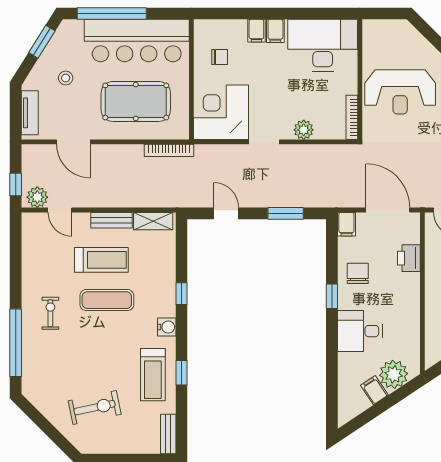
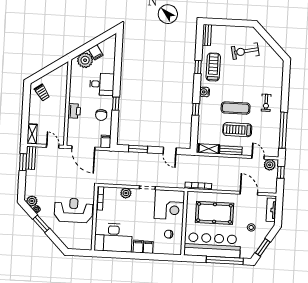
printer: (409, 258) -> (74, 111), moved
window: (16, 343) -> (283, 130), moved

